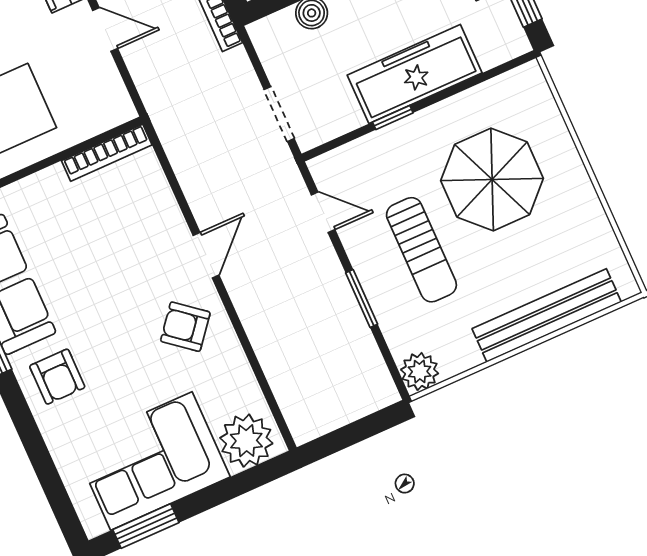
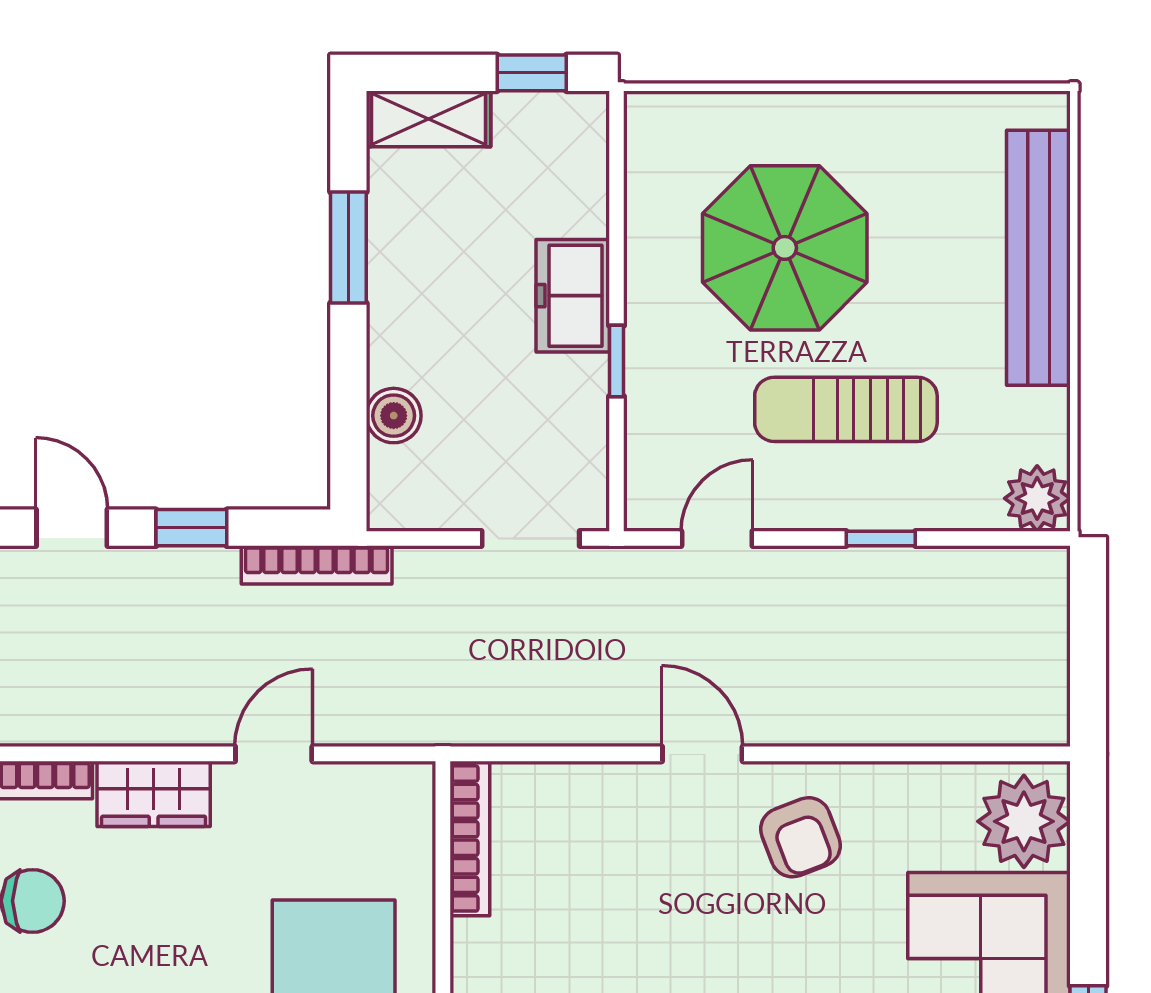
freezer: (415, 74) -> (573, 296), width x0.52, depth x0.79
sun lounger: (421, 250) -> (846, 409), turned 180
window: (362, 299) -> (881, 538), width x0.67
armchair: (185, 327) -> (801, 837), turned -60

